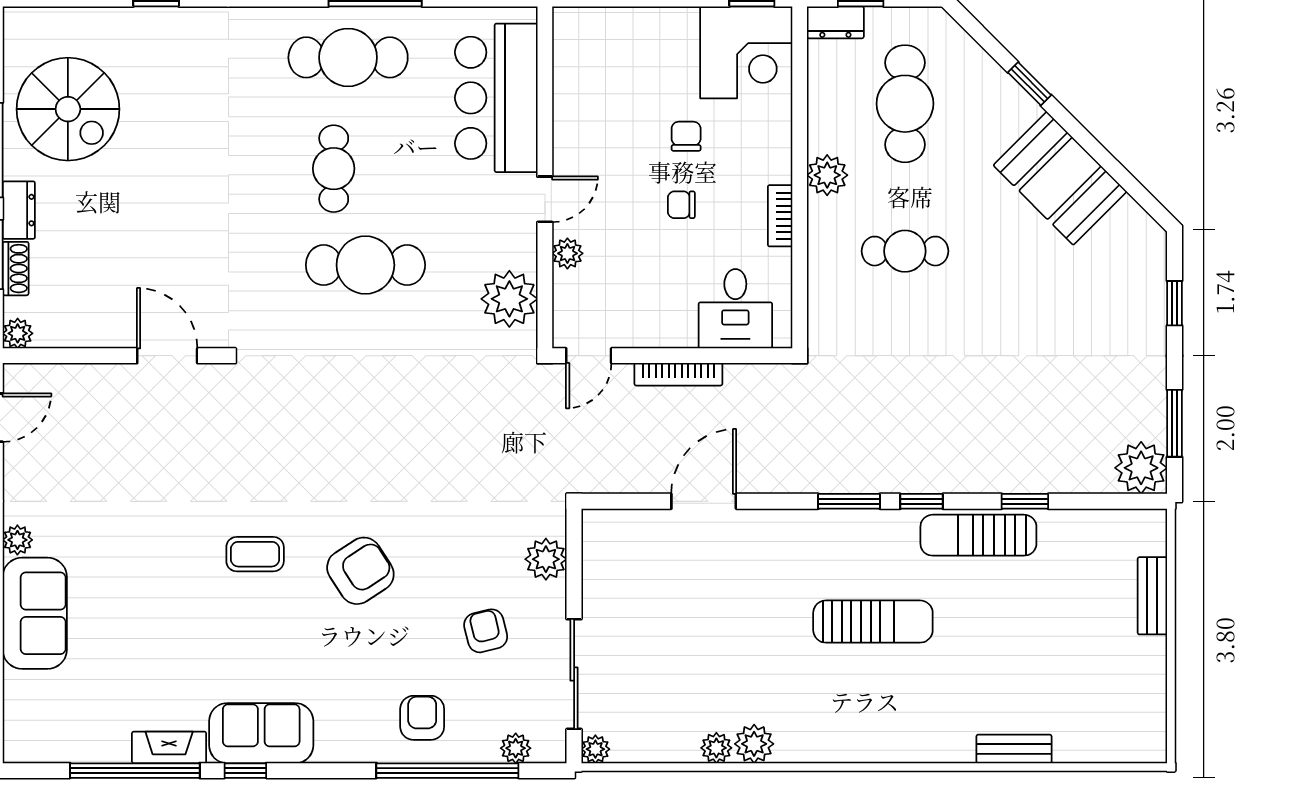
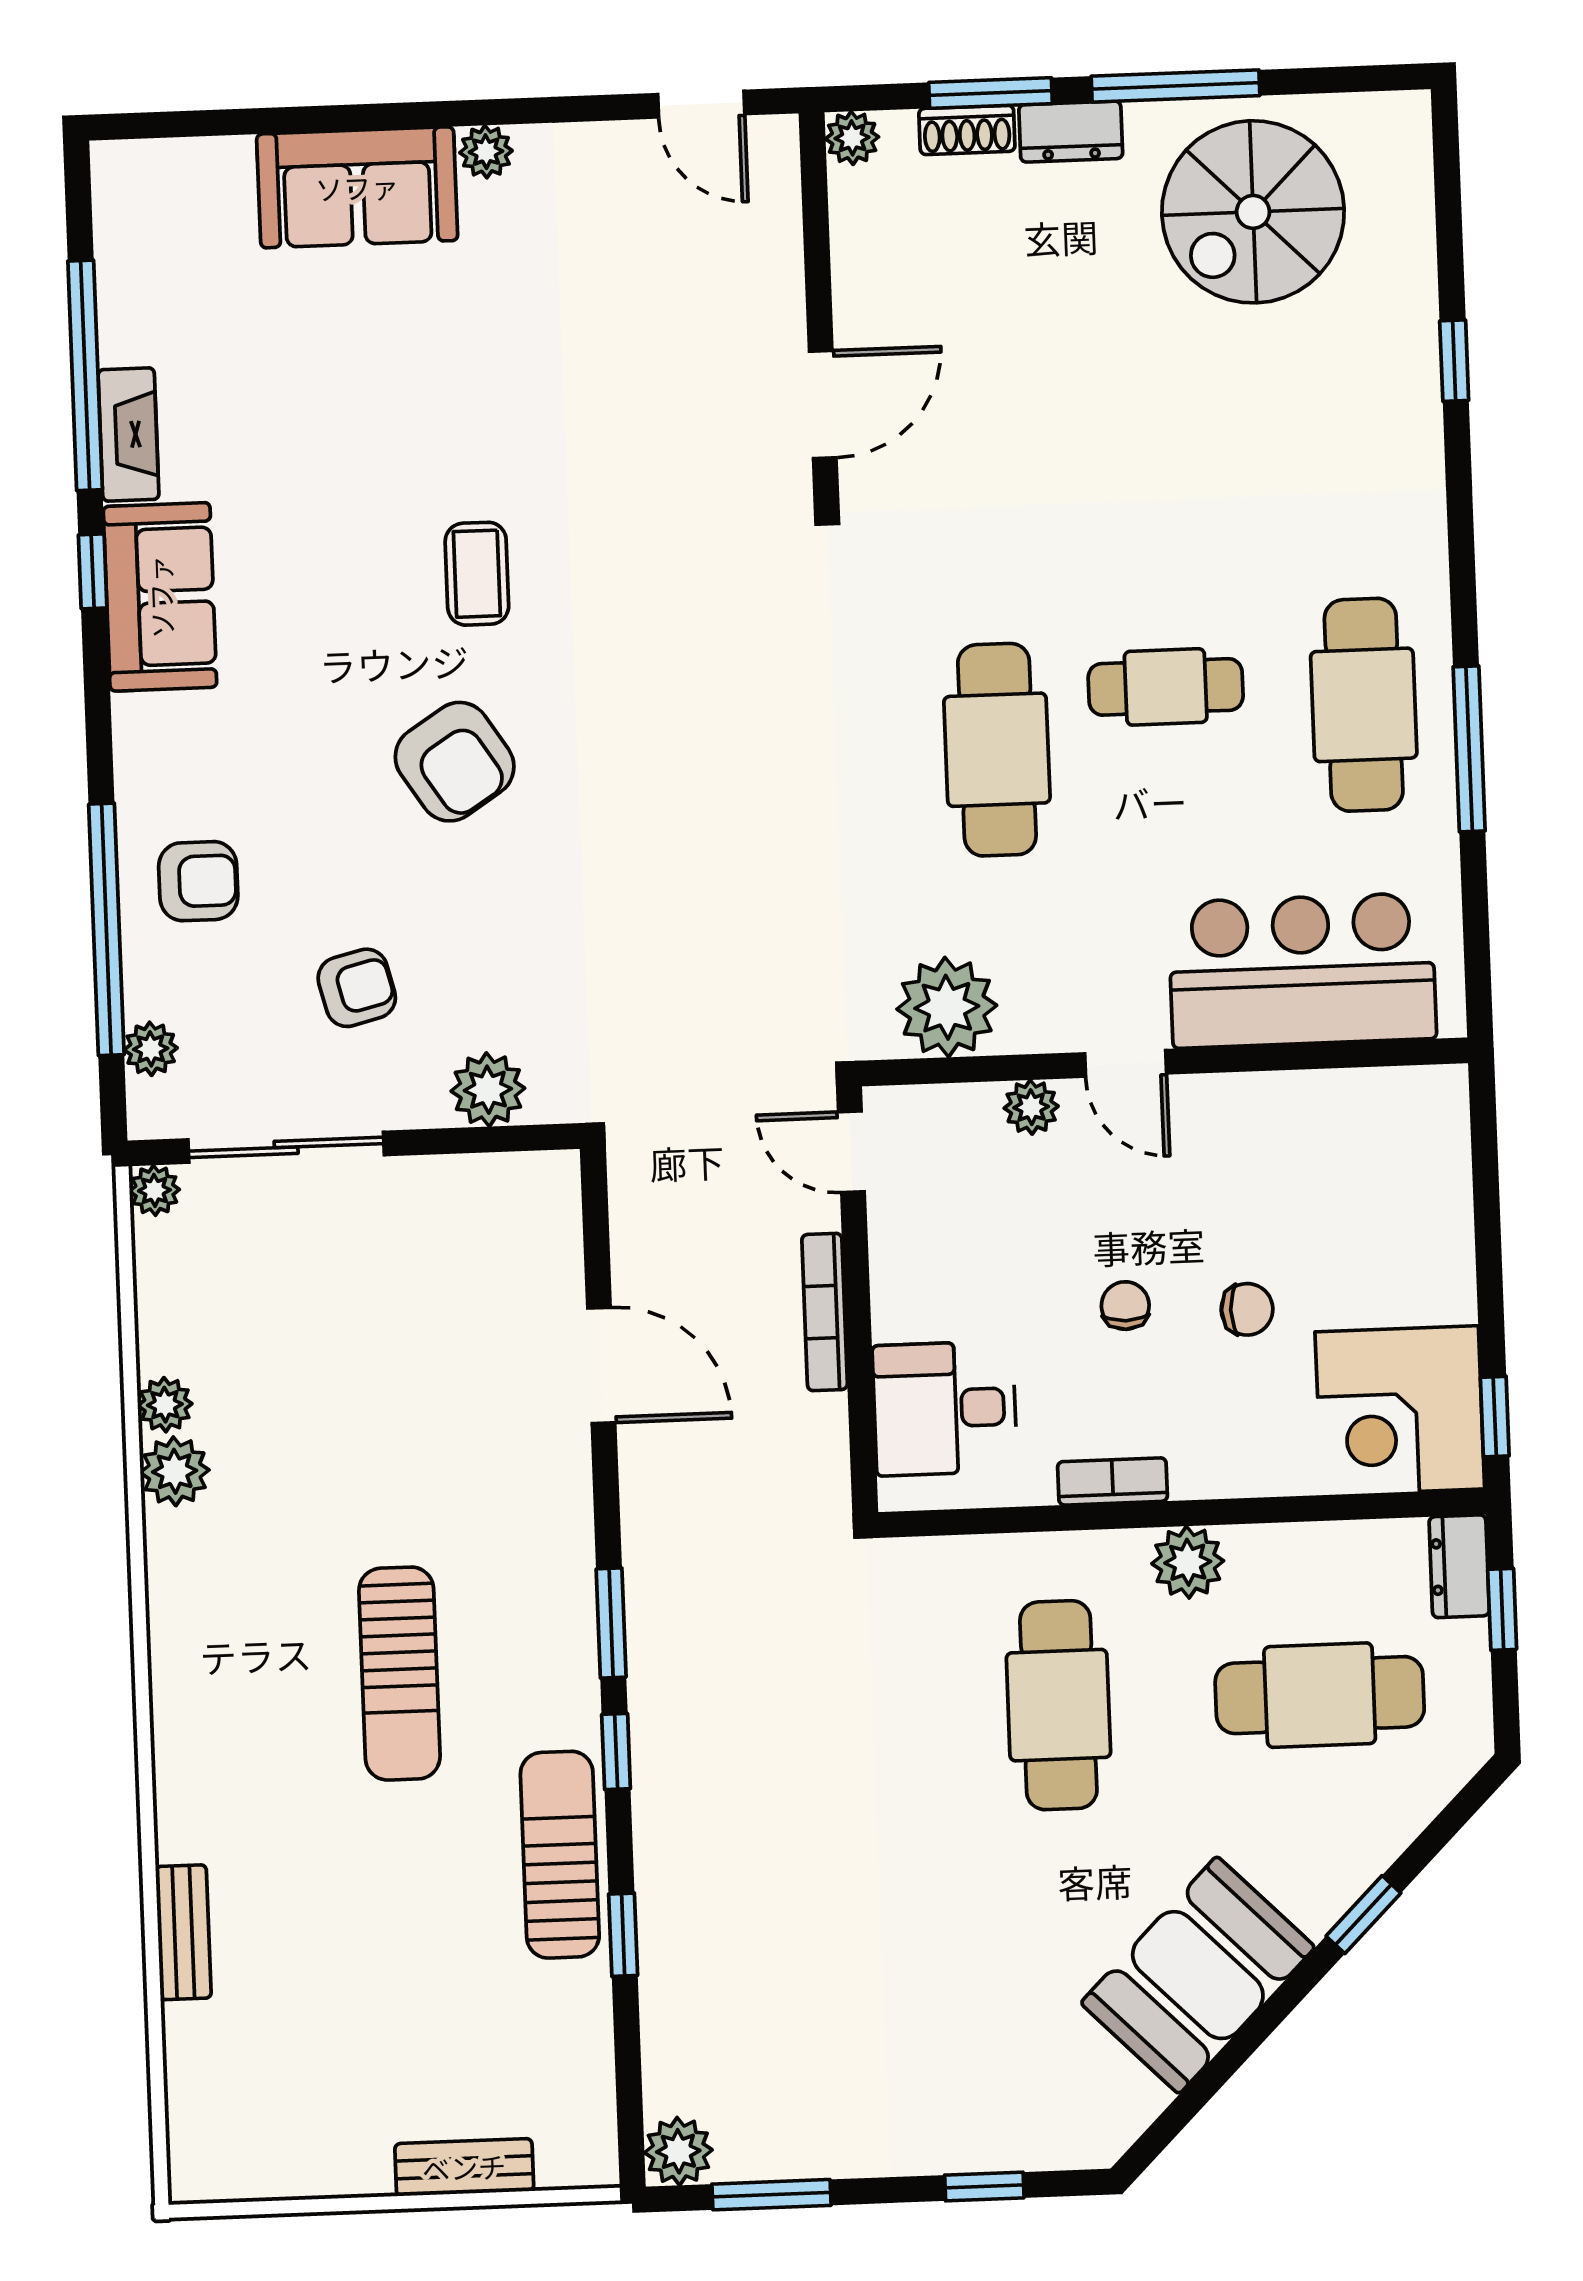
cafe table: (905, 251) -> (1058, 1705), width x1.37, depth x1.35
plant: (1141, 468) -> (678, 2151), width x0.73, depth x0.73

